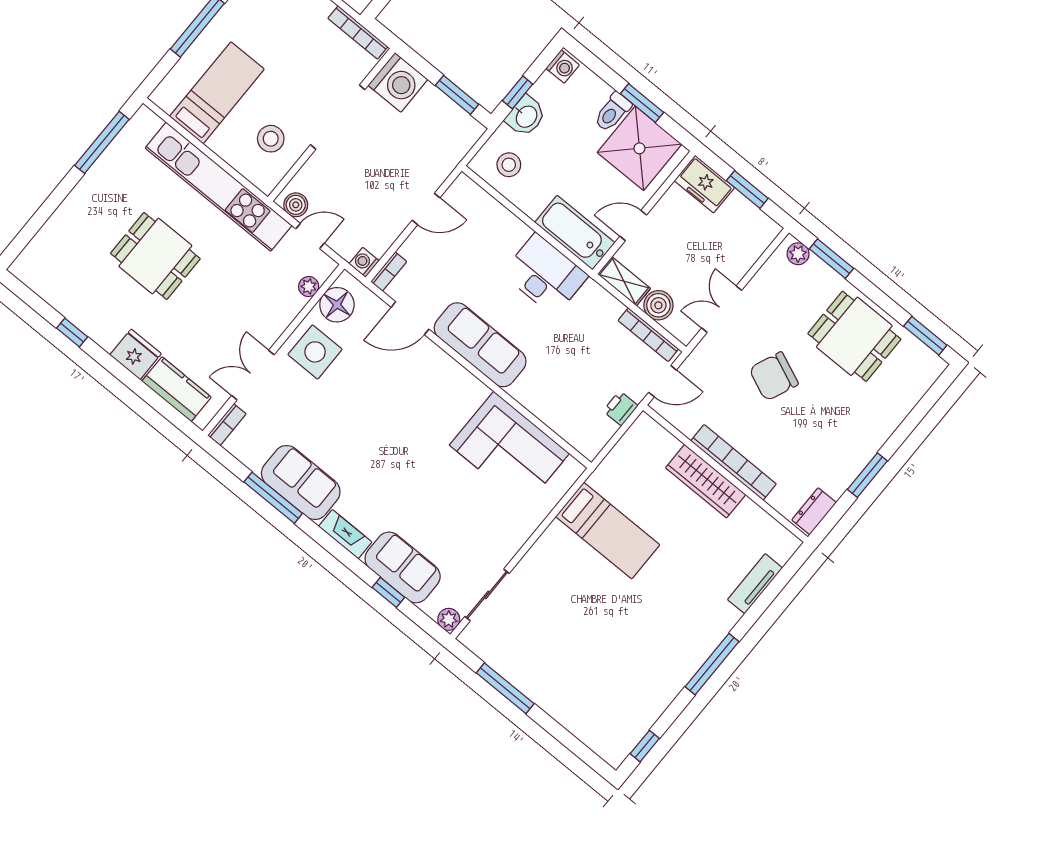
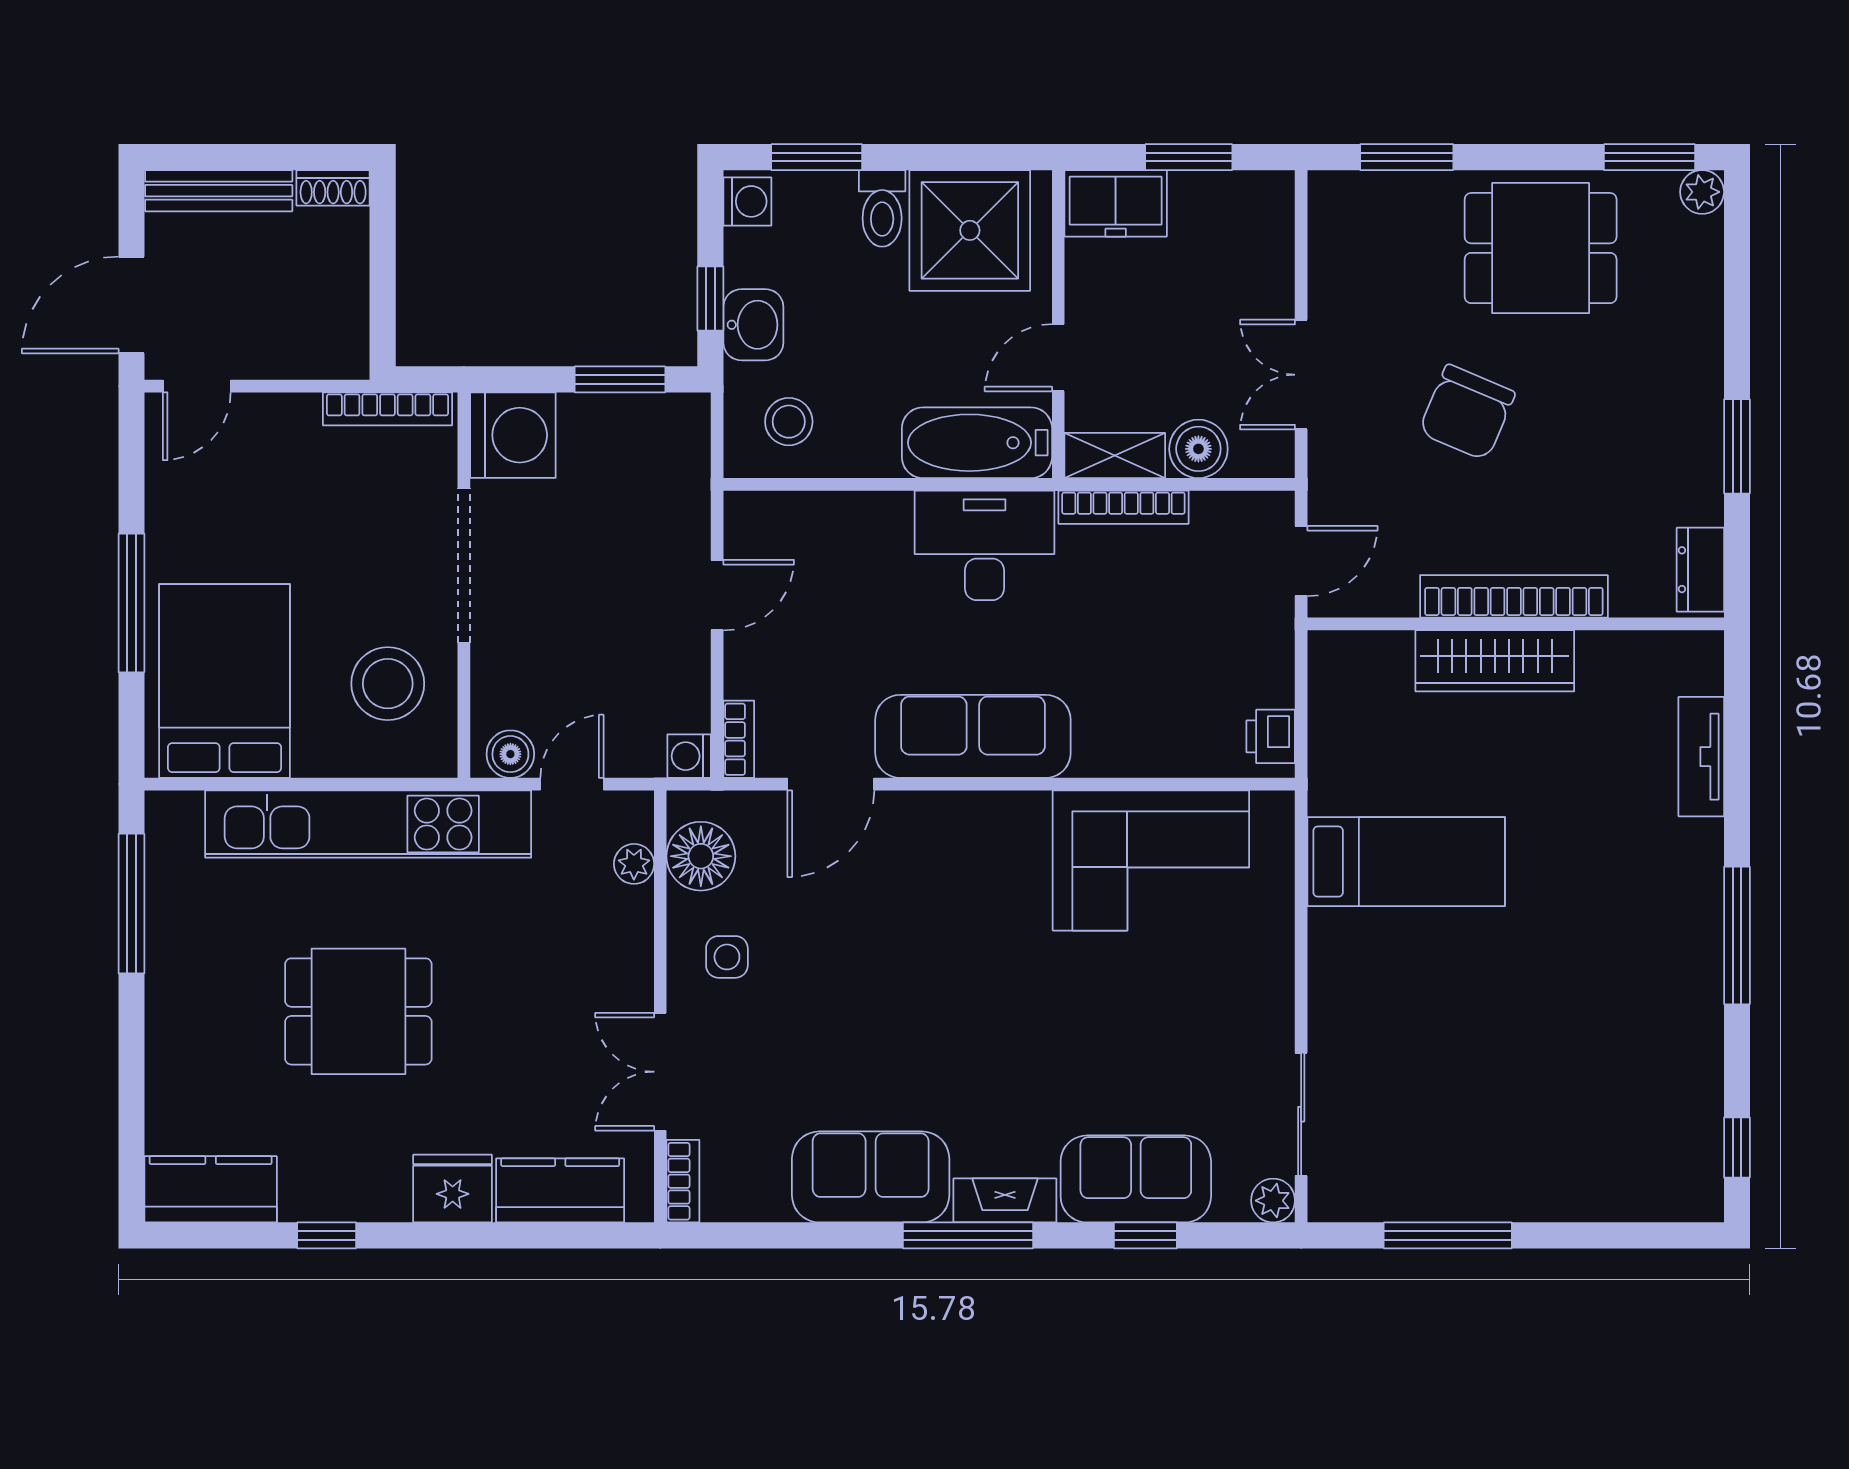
bed: (217, 93) -> (225, 681), width x1.50
window: (642, 103) -> (817, 157), moved
stool: (271, 139) -> (388, 684), width x1.38, depth x1.38
plant: (798, 254) -> (1702, 192), moved
kitchen counter: (42, 278) -> (211, 1189), added
bookcase: (648, 335) -> (1123, 507), moved
side table: (315, 352) -> (727, 957), width x0.54, depth x0.54
printer: (621, 408) -> (1271, 736), moved
window: (273, 498) -> (968, 1235), moved

